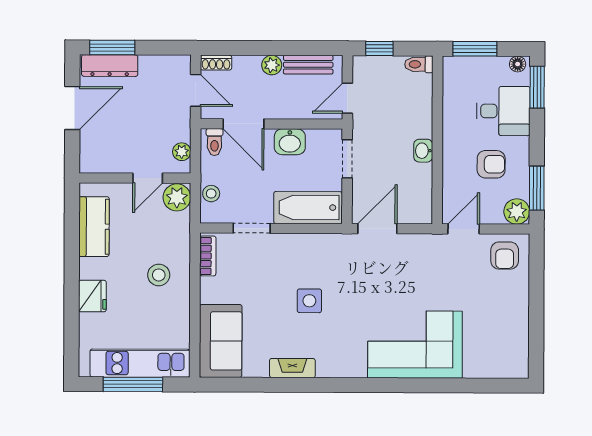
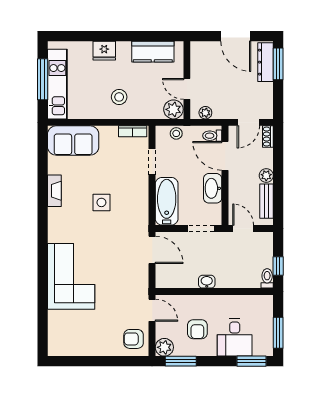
window: (379, 48) -> (278, 266), moved
window: (475, 49) -> (278, 333), moved
floor lamp: (518, 64) -> (268, 348), removed
door: (244, 124) -> (225, 156), hinge flipped
washbasin: (290, 142) -> (213, 188), width x1.38

